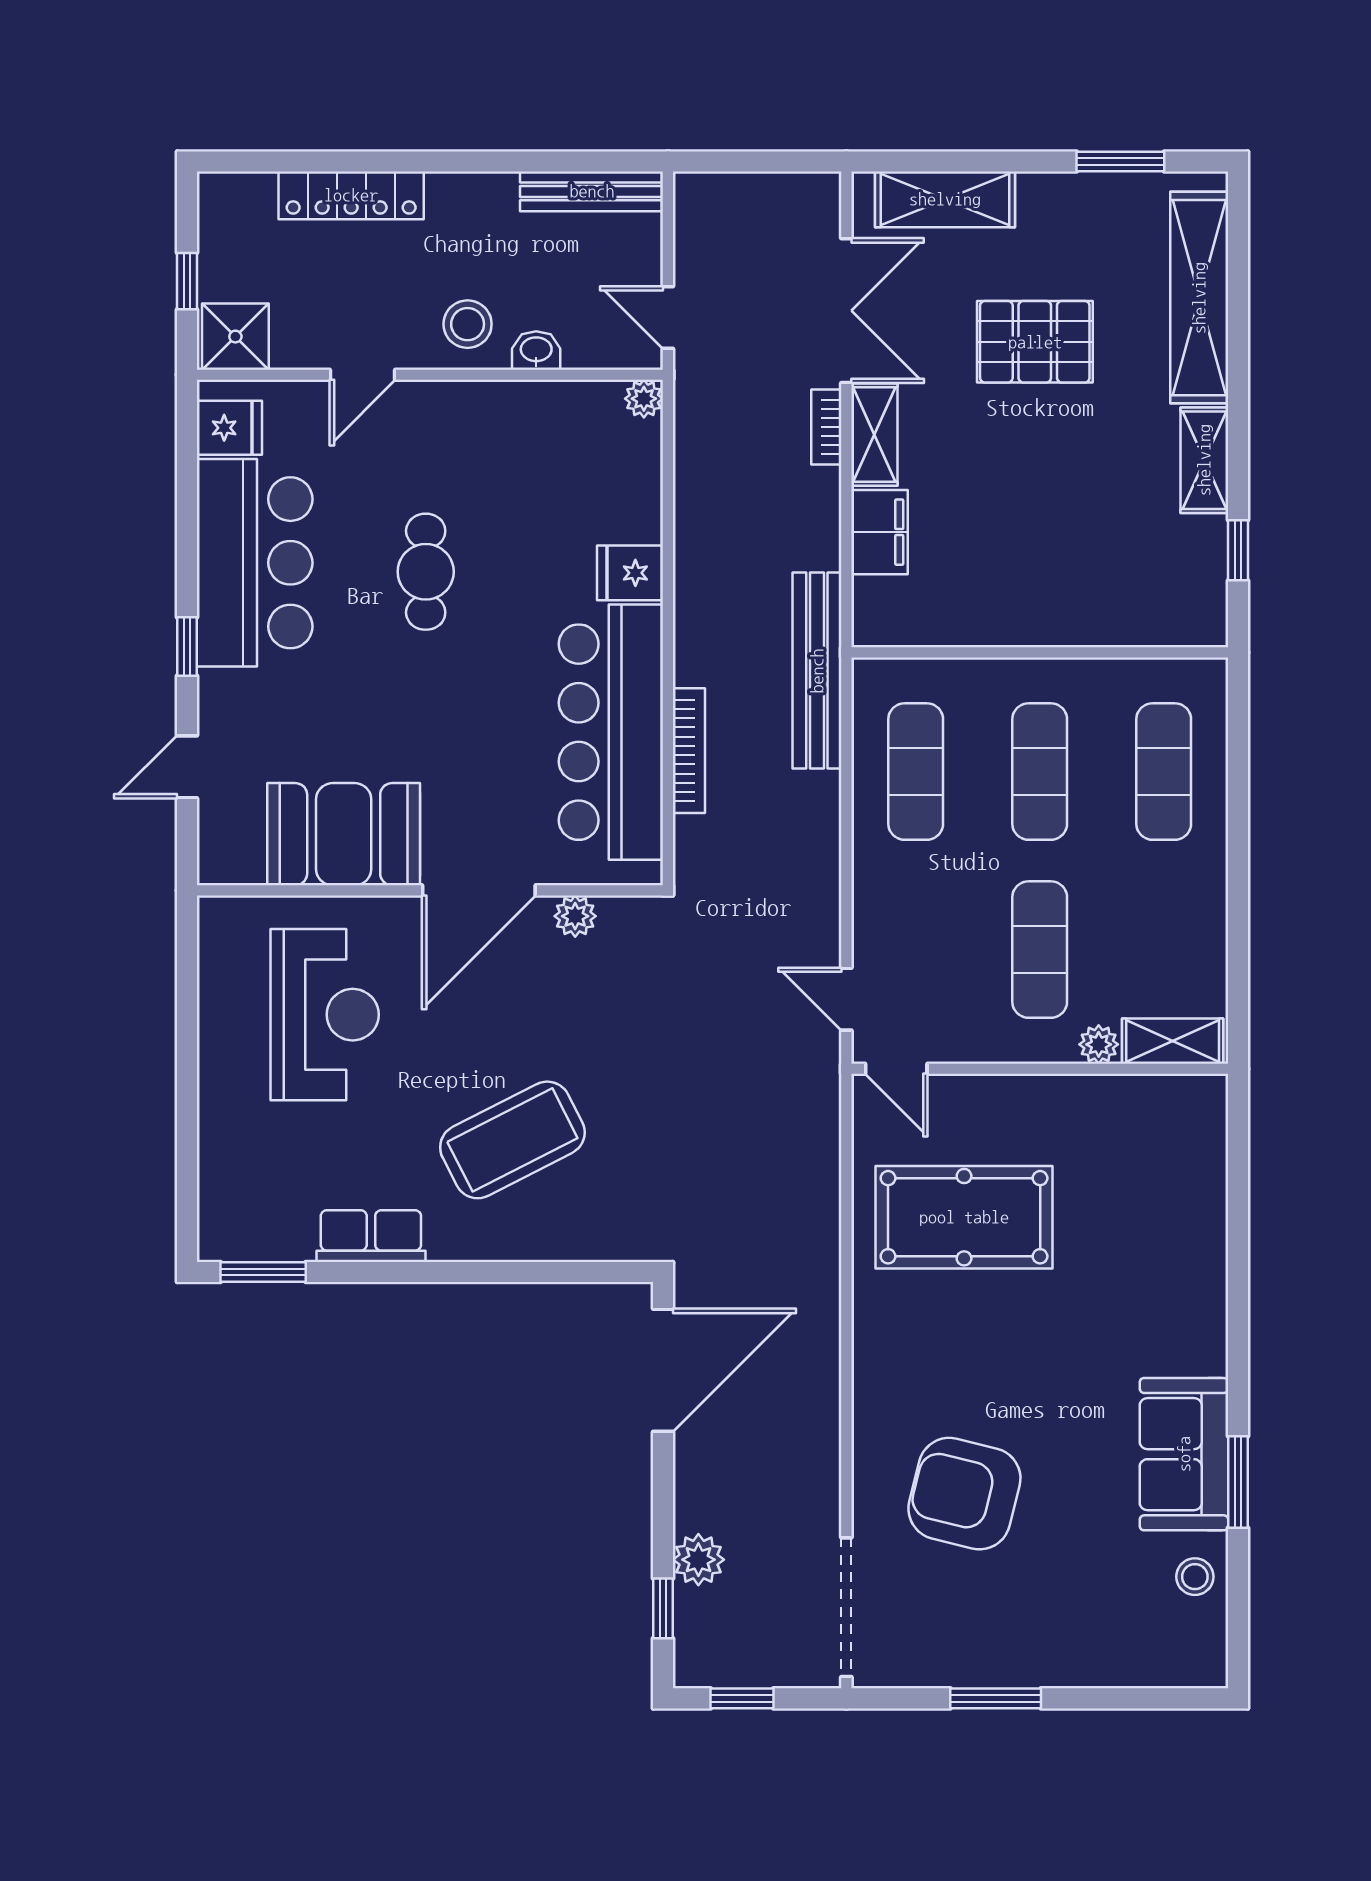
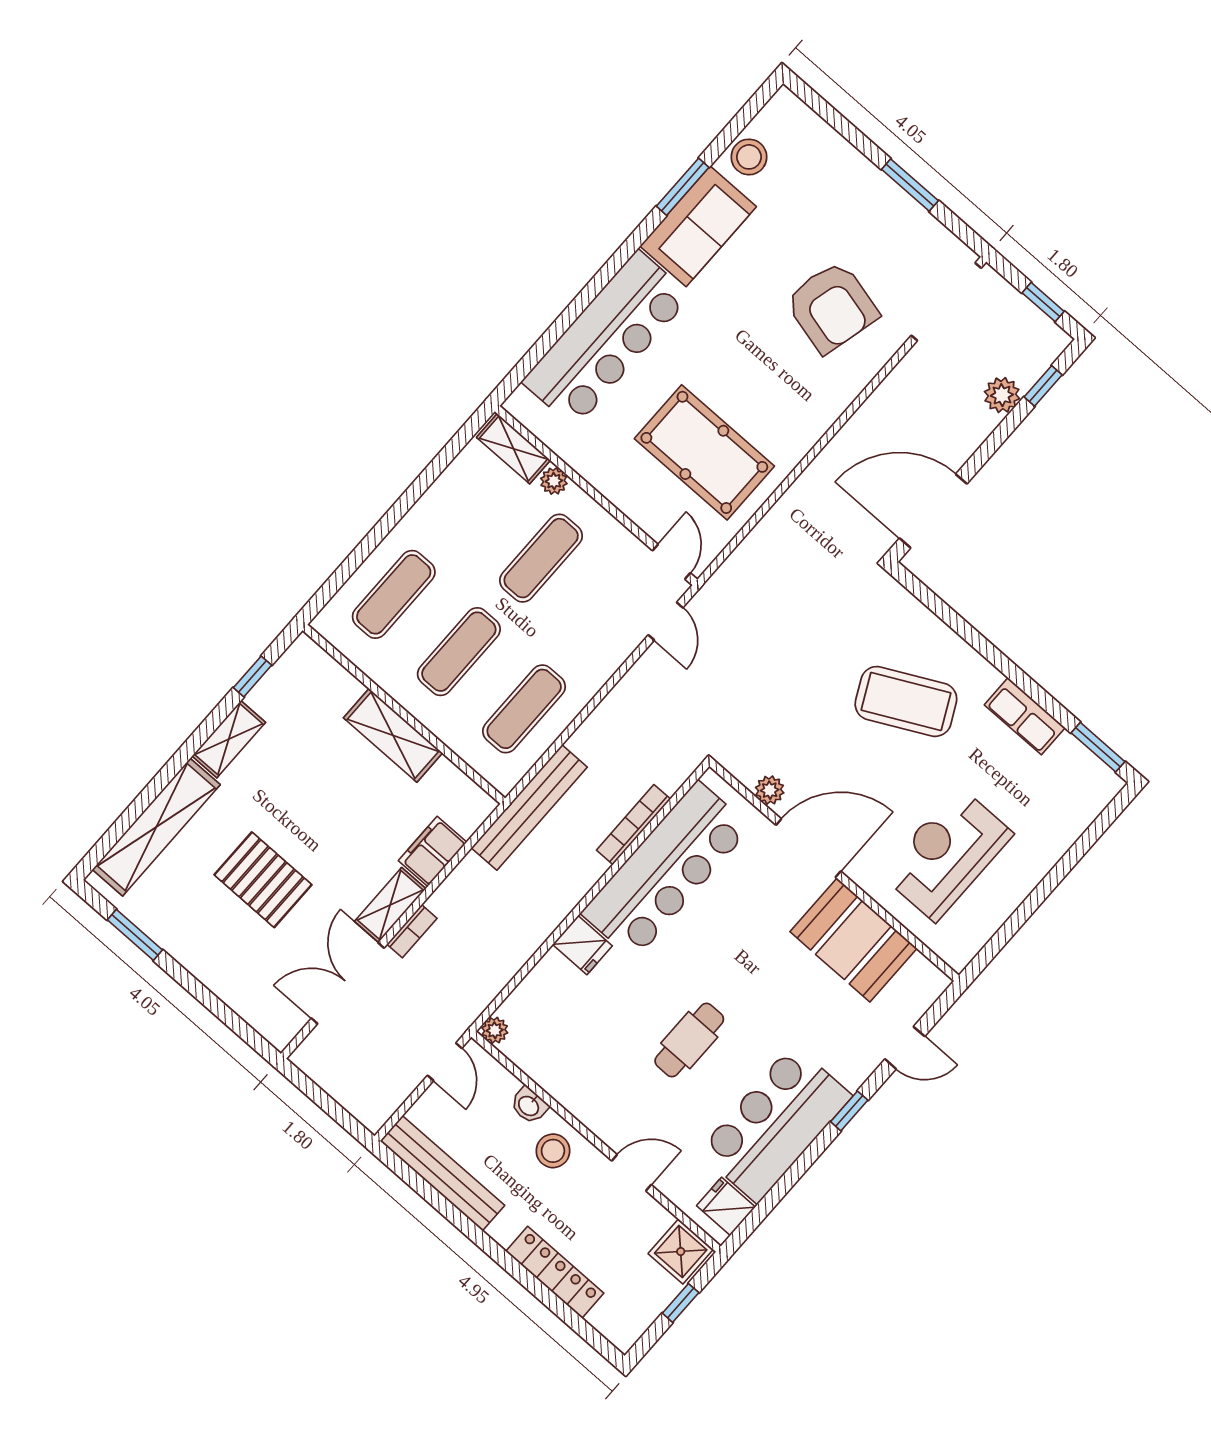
bench: (592, 191) -> (442, 1173), width x1.37, depth x1.21
shelving: (945, 199) -> (393, 735), moved
bar counter: (1176, 1247) -> (606, 339), added
stool: (1195, 1577) -> (749, 157), width x1.37, depth x1.37

